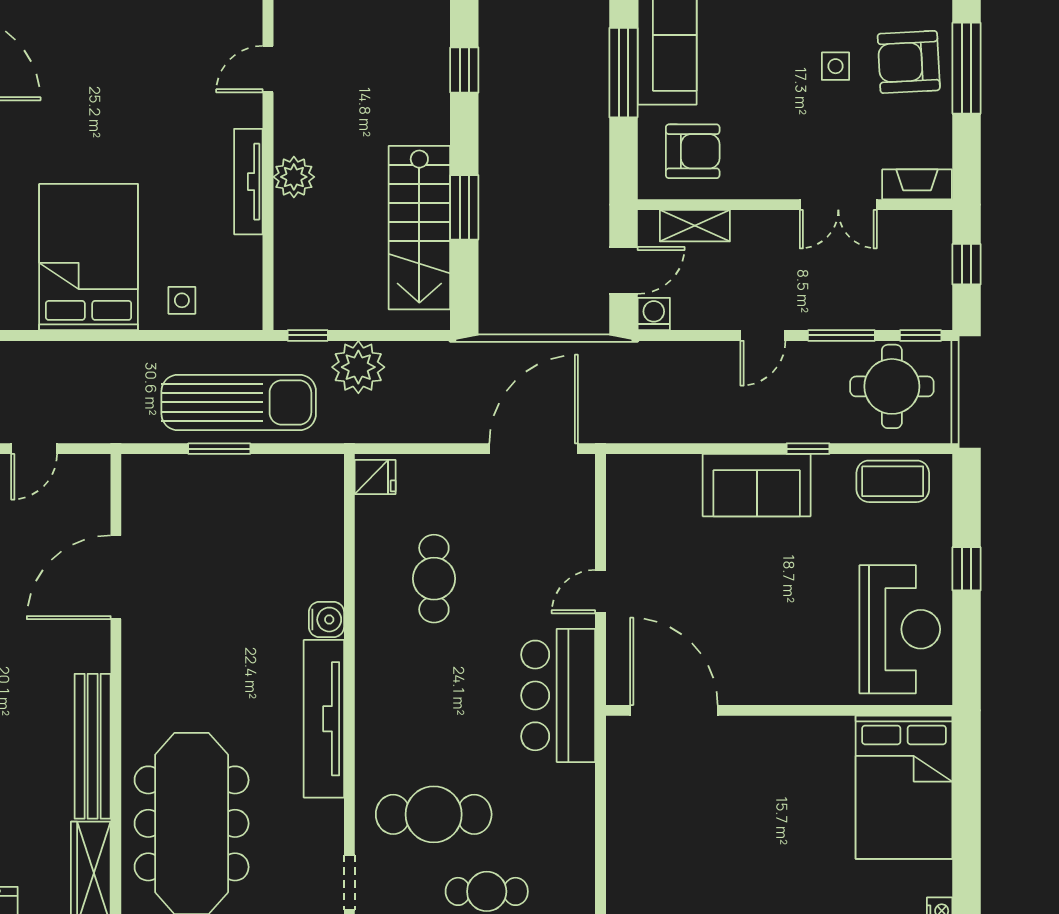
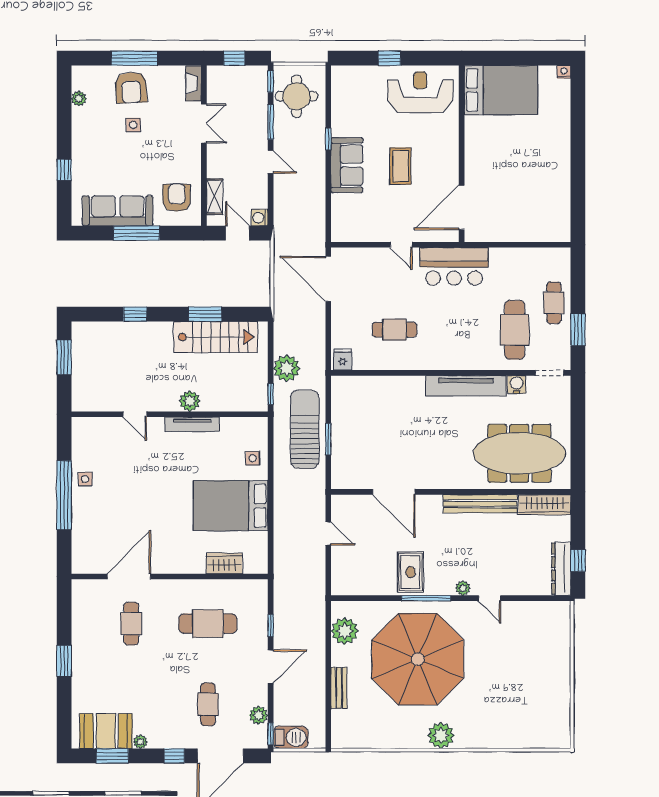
coffee table: (893, 481) -> (400, 166), moved
water cooler: (326, 620) -> (517, 385), moved

